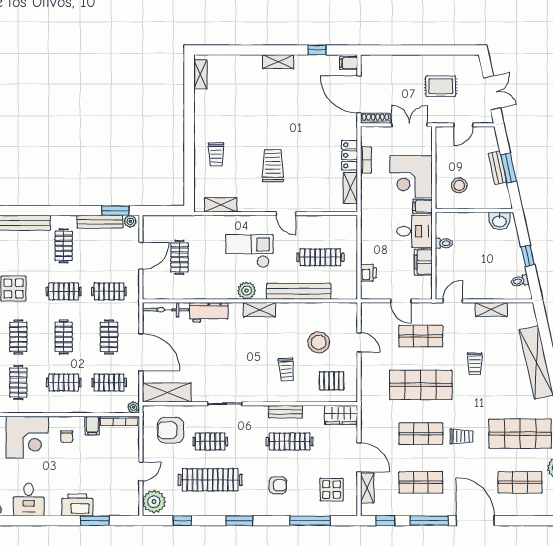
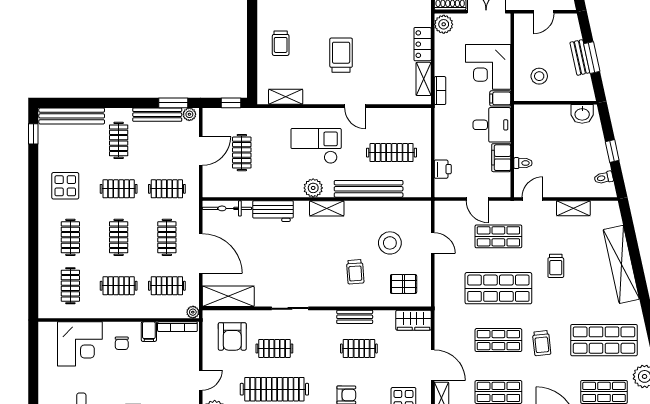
plant: (369, 137) -> (444, 24), added
bookcase: (366, 160) -> (440, 91), moved
window: (169, 211) -> (231, 103), added
toilet: (444, 243) -> (523, 163), moved
armchair: (170, 430) -> (232, 336), turned -90
trolley: (461, 436) -> (542, 343), turned 84
clothes rail: (290, 442) -> (359, 348), width x0.73

